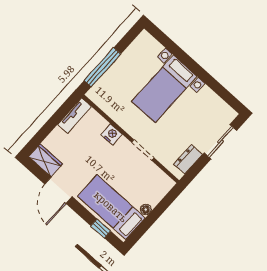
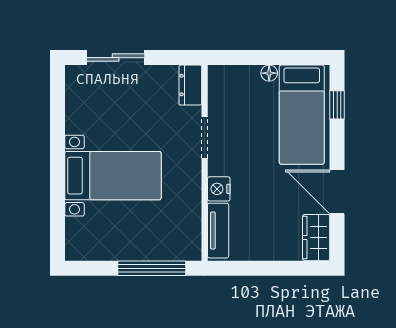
tv unit: (75, 115) -> (218, 231), moved, turned 90
dresser: (188, 159) -> (190, 85), moved, turned 90
door: (58, 190) -> (337, 192), swing flipped

